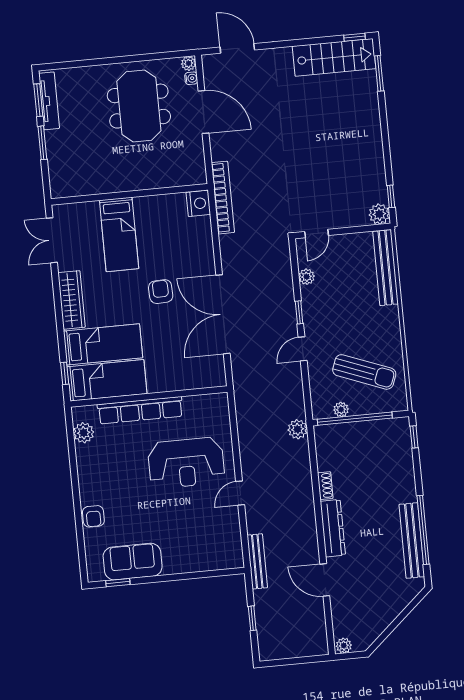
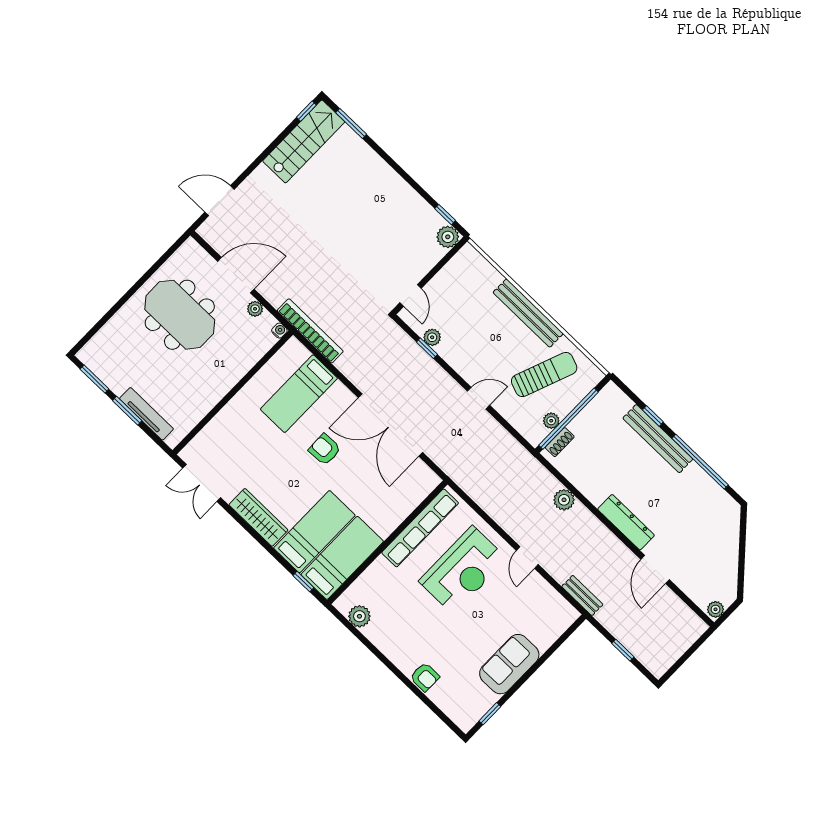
plant: (189, 63) -> (255, 309), moved
water cooler: (191, 78) -> (279, 331), moved
tv unit: (49, 101) -> (146, 414), moved
nightstand: (198, 203) -> (294, 352), removed
bed: (119, 234) -> (299, 394), moved, turned 90
bench: (386, 268) -> (528, 313), moved
window: (299, 312) -> (427, 348), moved
door: (303, 349) -> (479, 398), swing flipped
row of seats: (140, 410) -> (420, 528), moved
plant: (298, 429) -> (564, 500), moved
window: (414, 437) -> (653, 416), moved
shoe rack: (325, 486) -> (560, 442), moved, turned 90
bench: (412, 541) -> (658, 439), moved
bench: (257, 561) -> (582, 595), width x0.73
sofa: (133, 562) -> (509, 664), moved
door: (325, 580) -> (655, 569), hinge flipped

